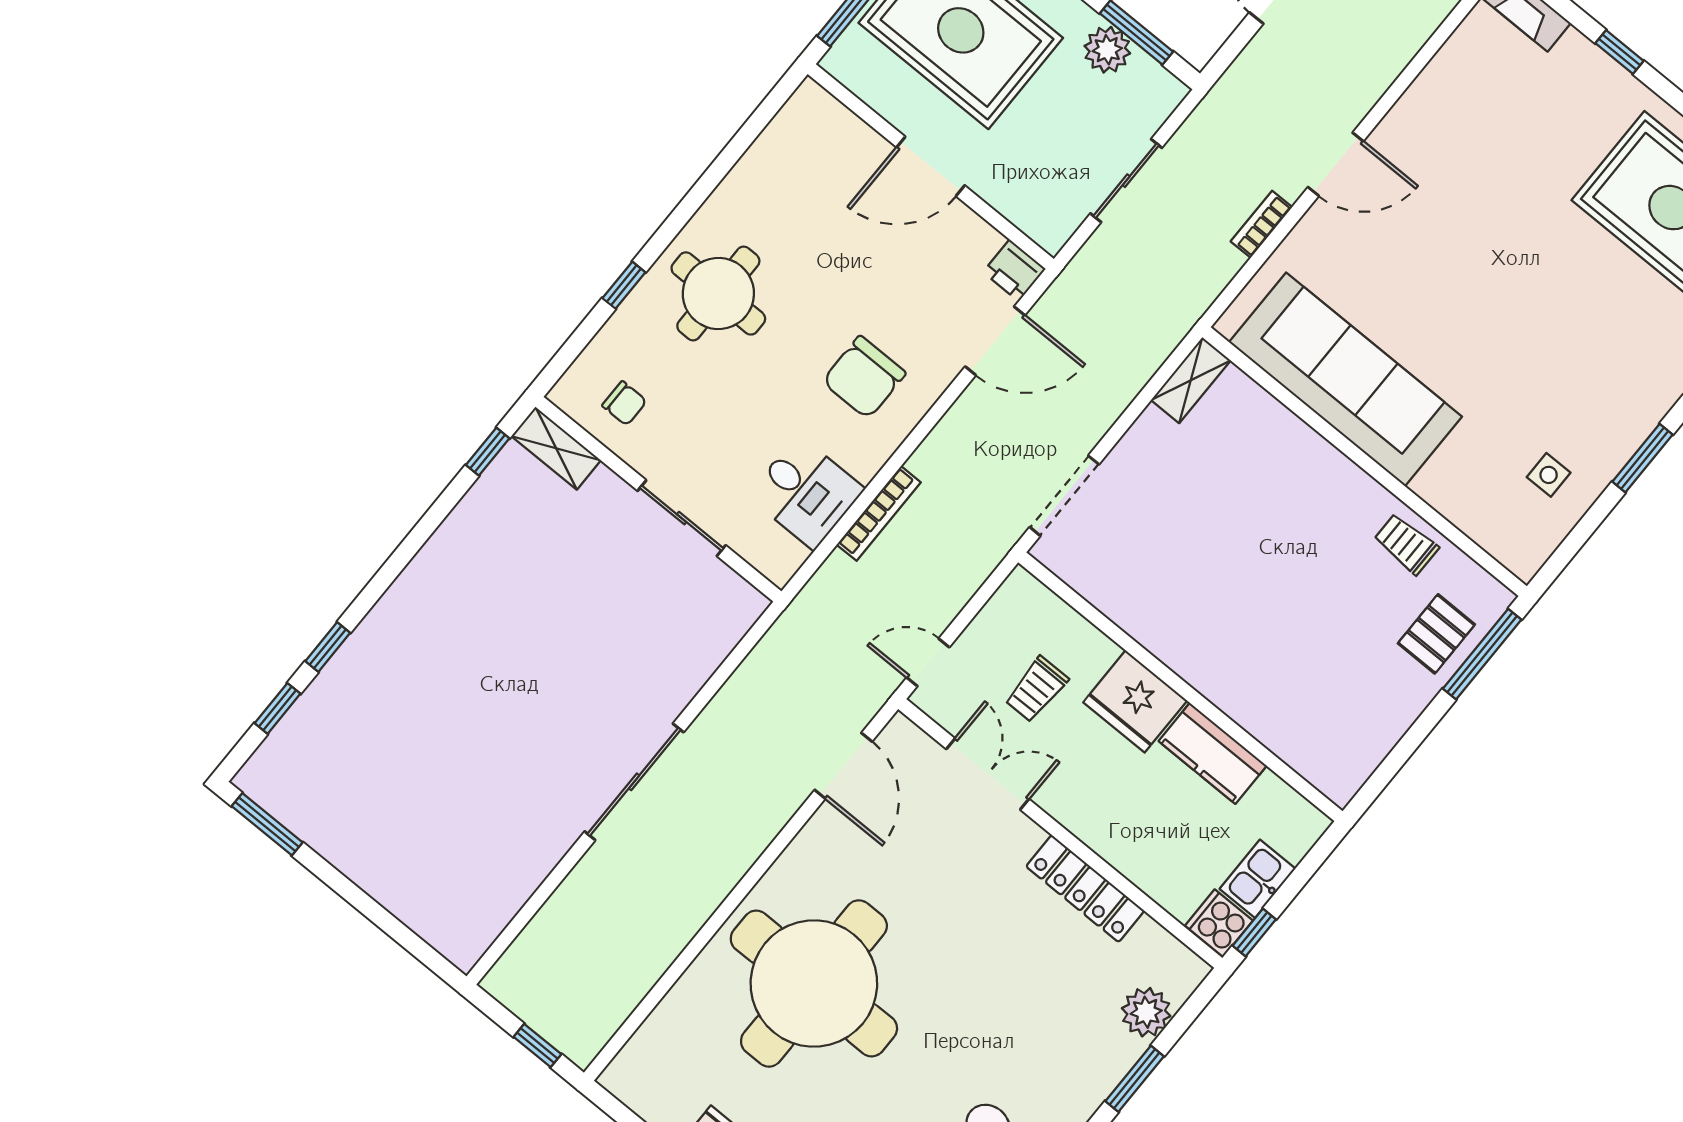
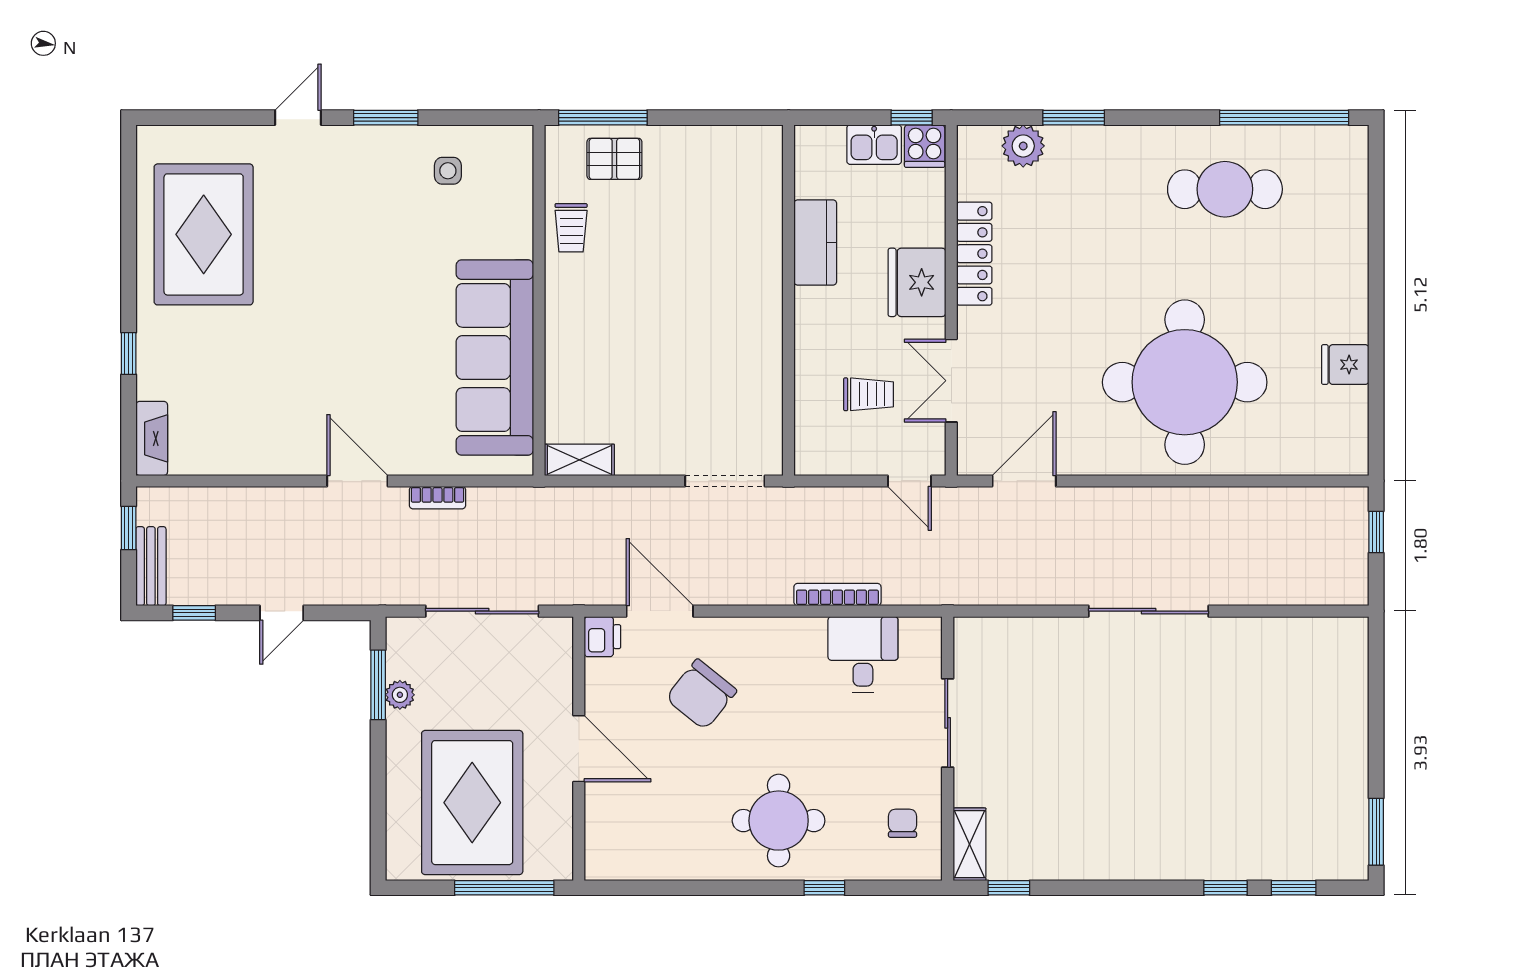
plant: (1107, 50) -> (400, 695), width x0.73, depth x0.73
sliding door: (1126, 181) -> (482, 611), width x1.37
chair: (864, 377) -> (701, 694), moved, turned 129
fridge: (1135, 701) -> (917, 282), moved, turned 180

